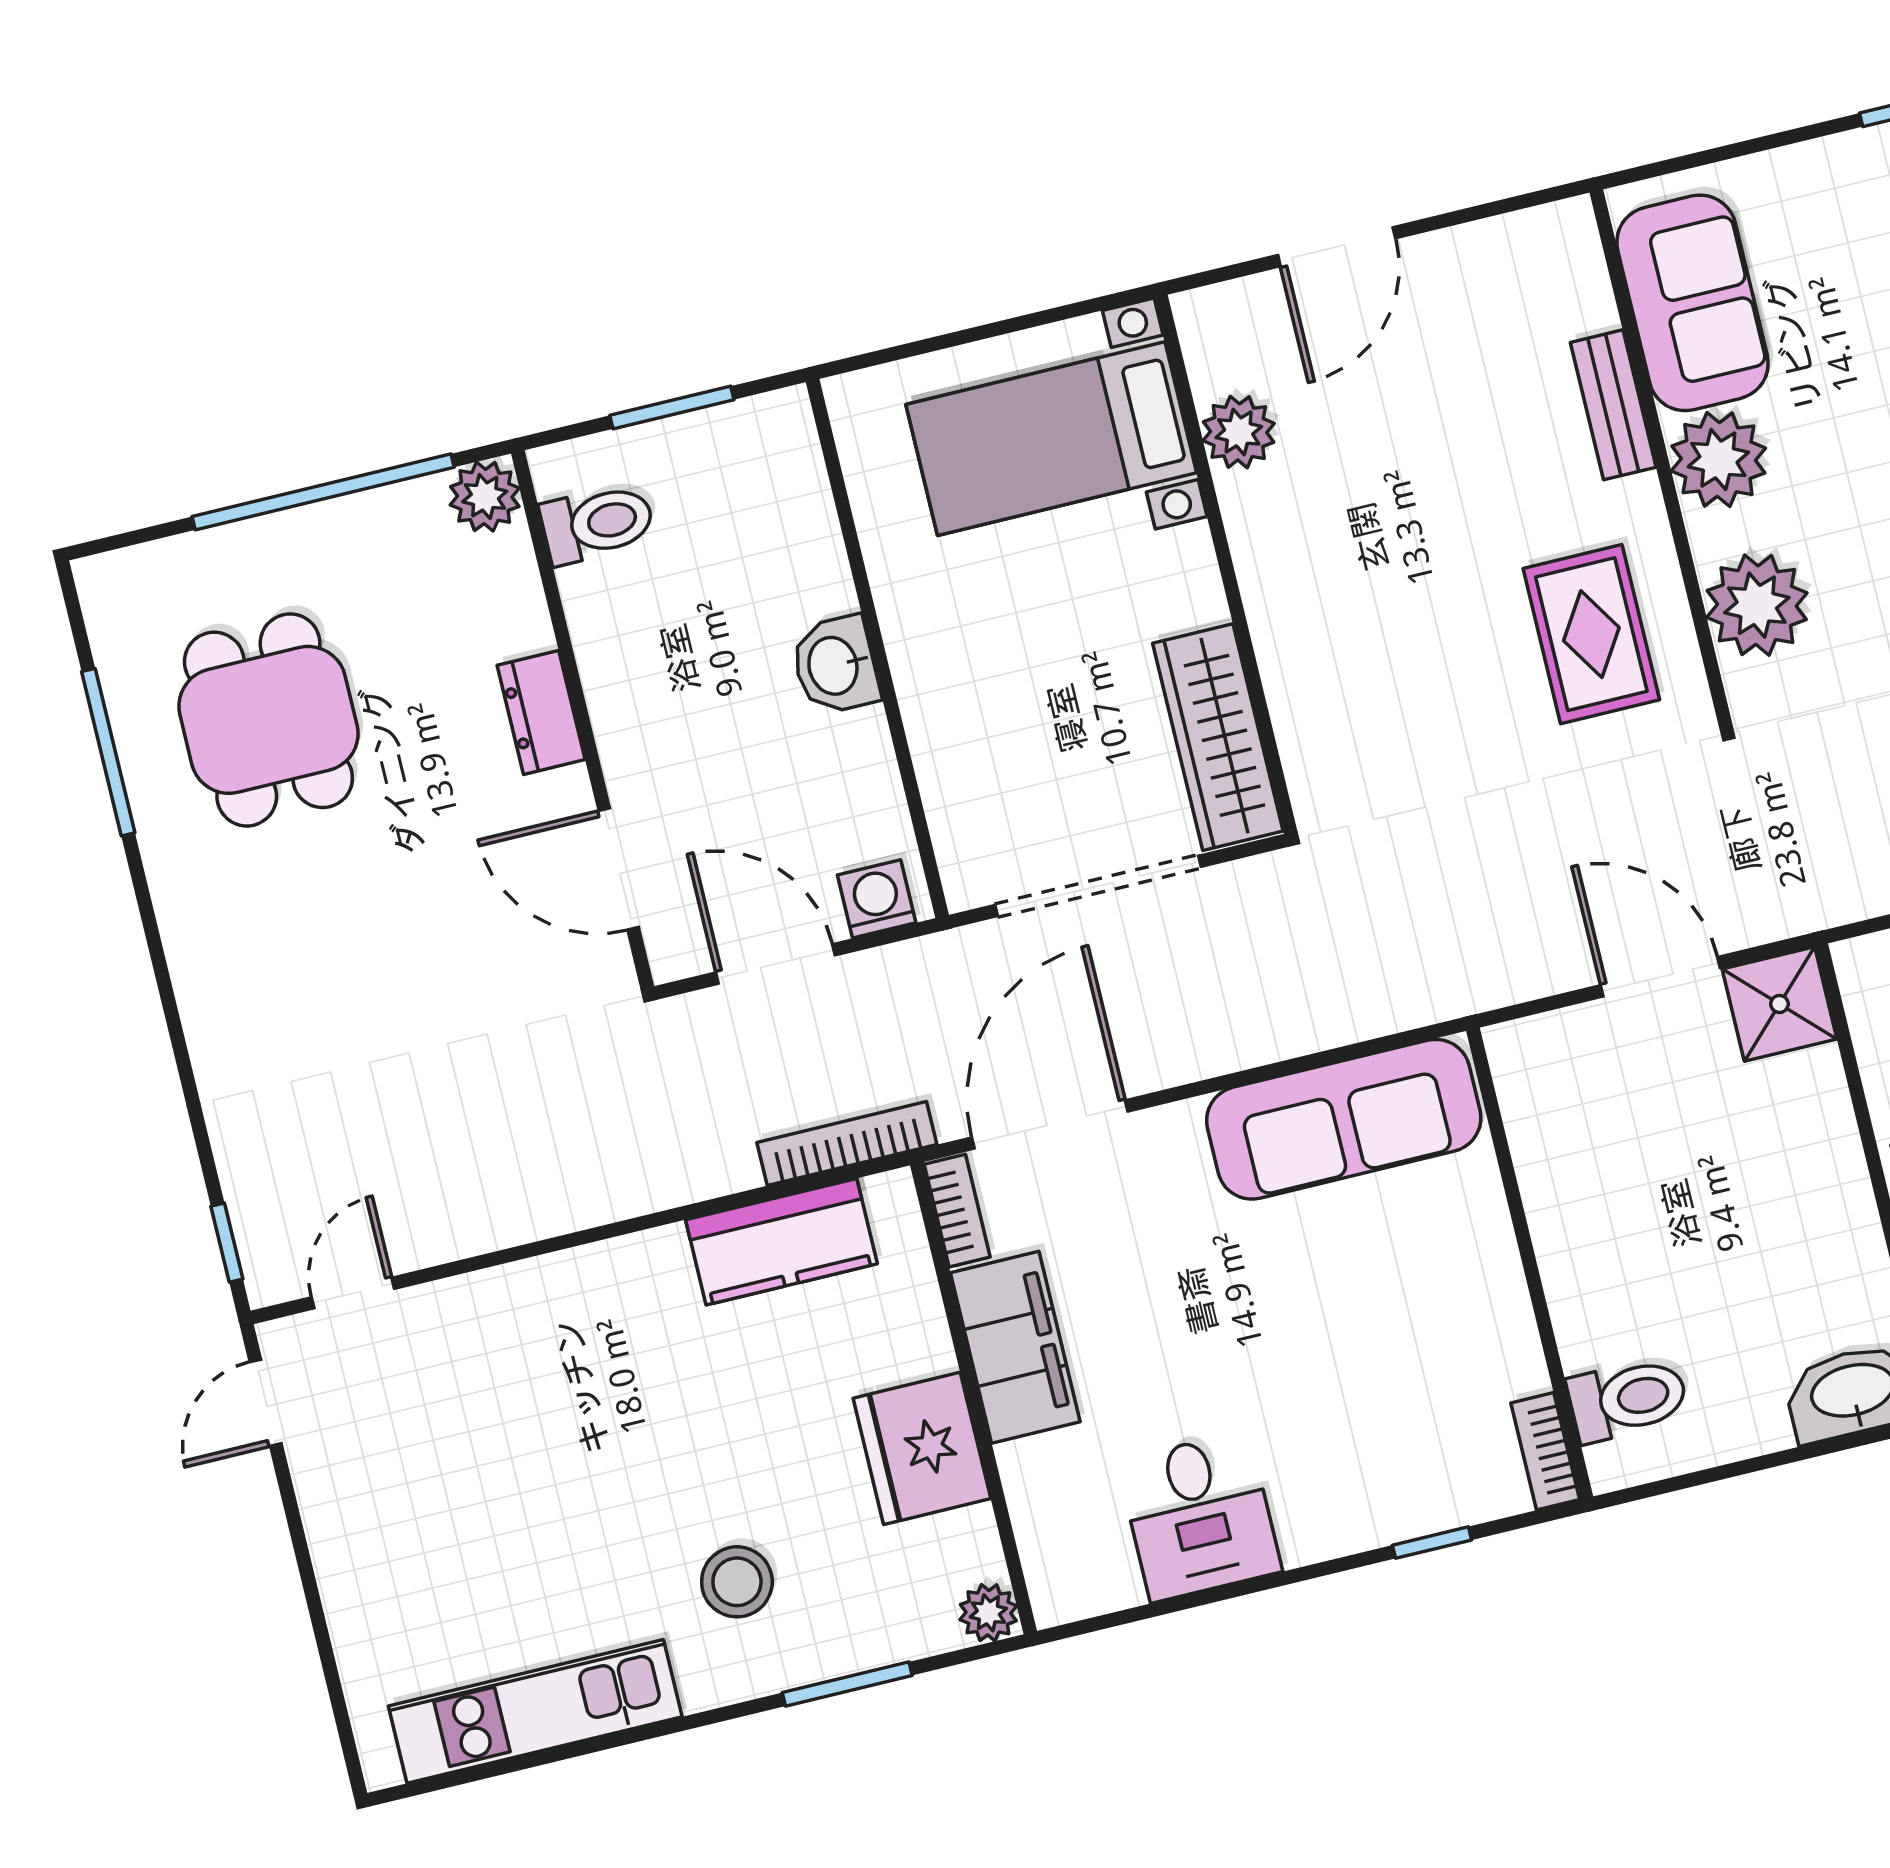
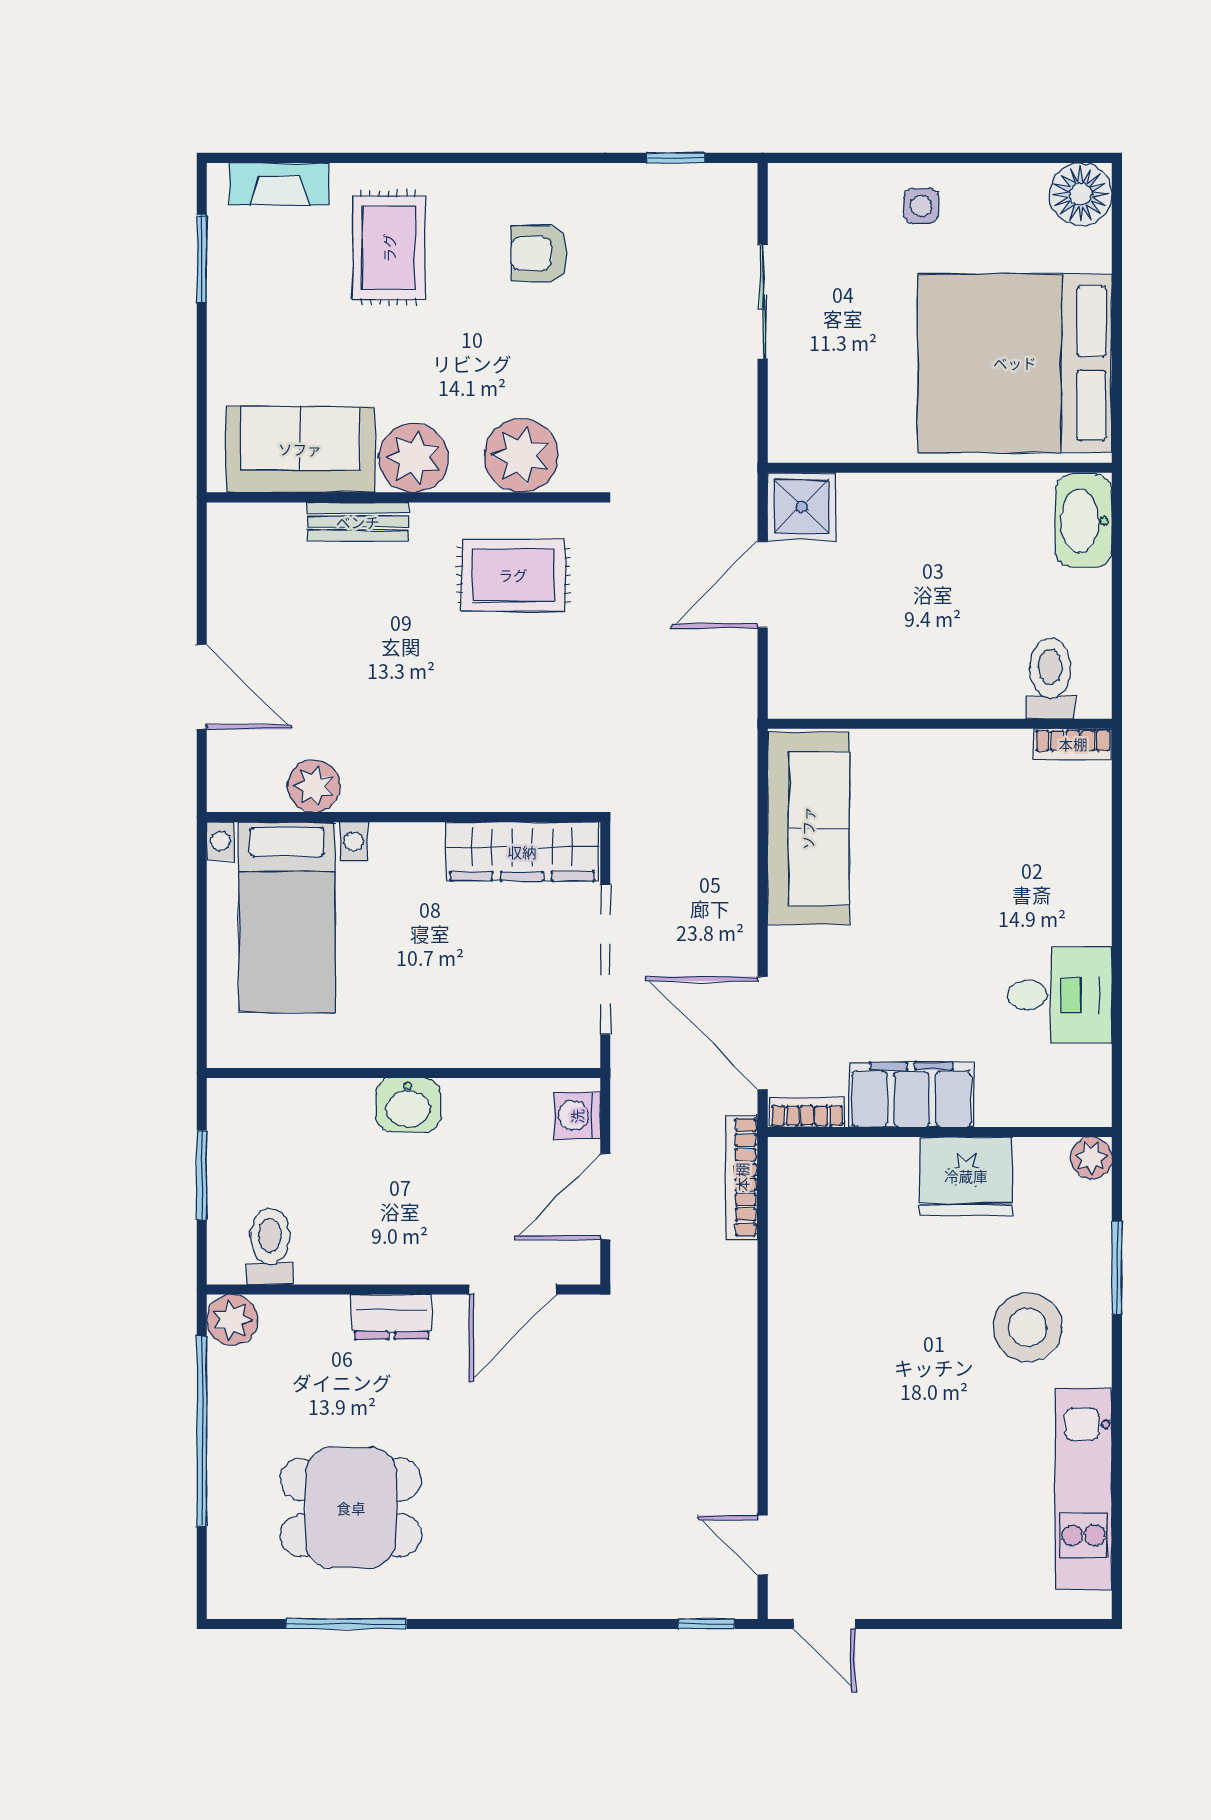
kitchen counter: (781, 1242) -> (799, 1239), removed
window: (1432, 1543) -> (1117, 838), removed
stool: (737, 1582) -> (1027, 1327), width x1.38, depth x1.38

